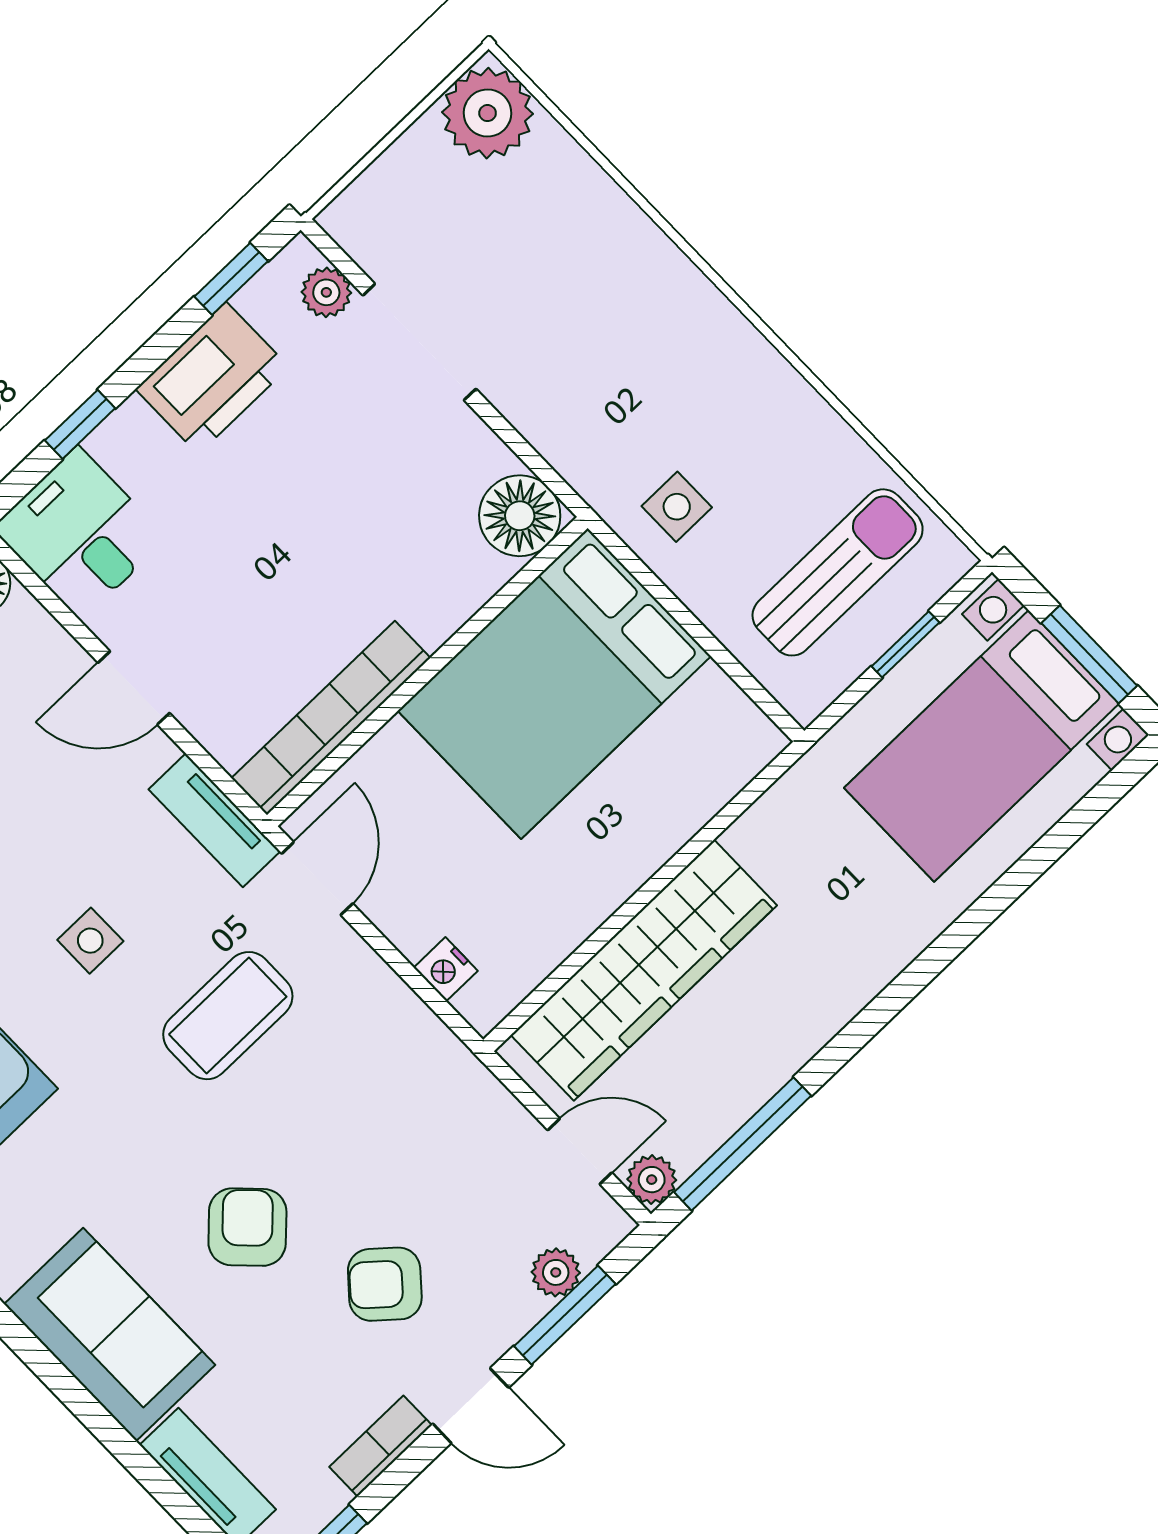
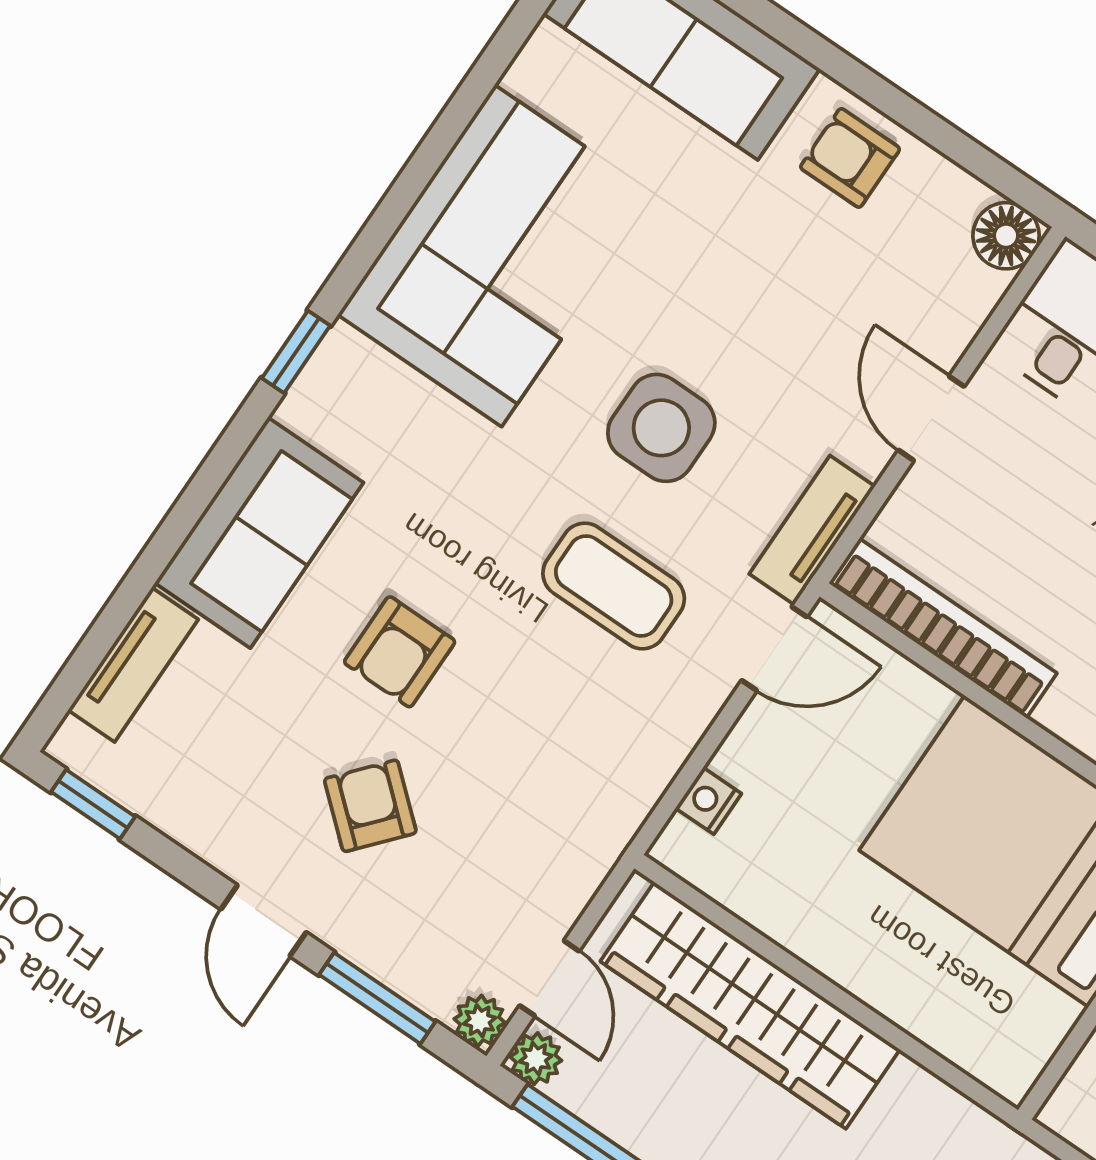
side table: (90, 941) -> (661, 428), width x1.87, depth x1.87
armchair: (247, 1227) -> (400, 652), turned 135
plant: (556, 1272) -> (480, 1021), moved
bookcase: (381, 1446) -> (202, 836), removed

